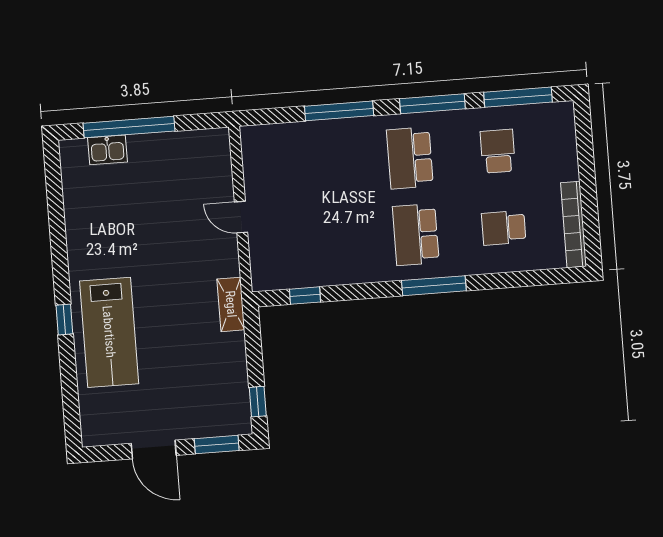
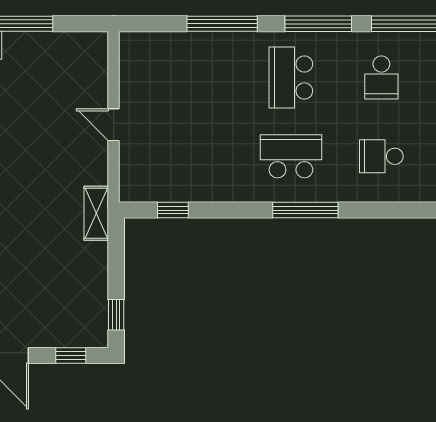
school desk: (498, 151) -> (381, 77), turned 180
school desk: (416, 235) -> (291, 156), turned 90
window: (217, 445) -> (71, 355), width x0.67

